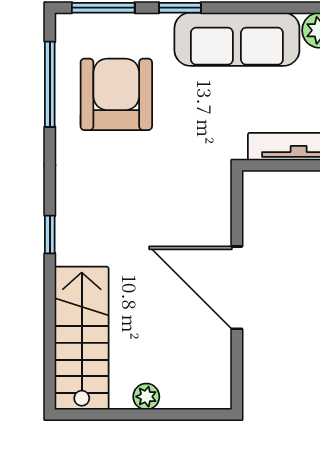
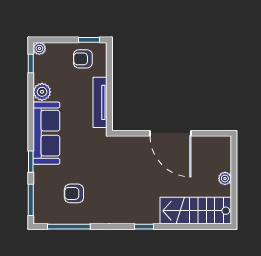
armchair: (116, 94) -> (74, 193), width x0.53, depth x0.53
door: (237, 288) -> (171, 133), hinge flipped

